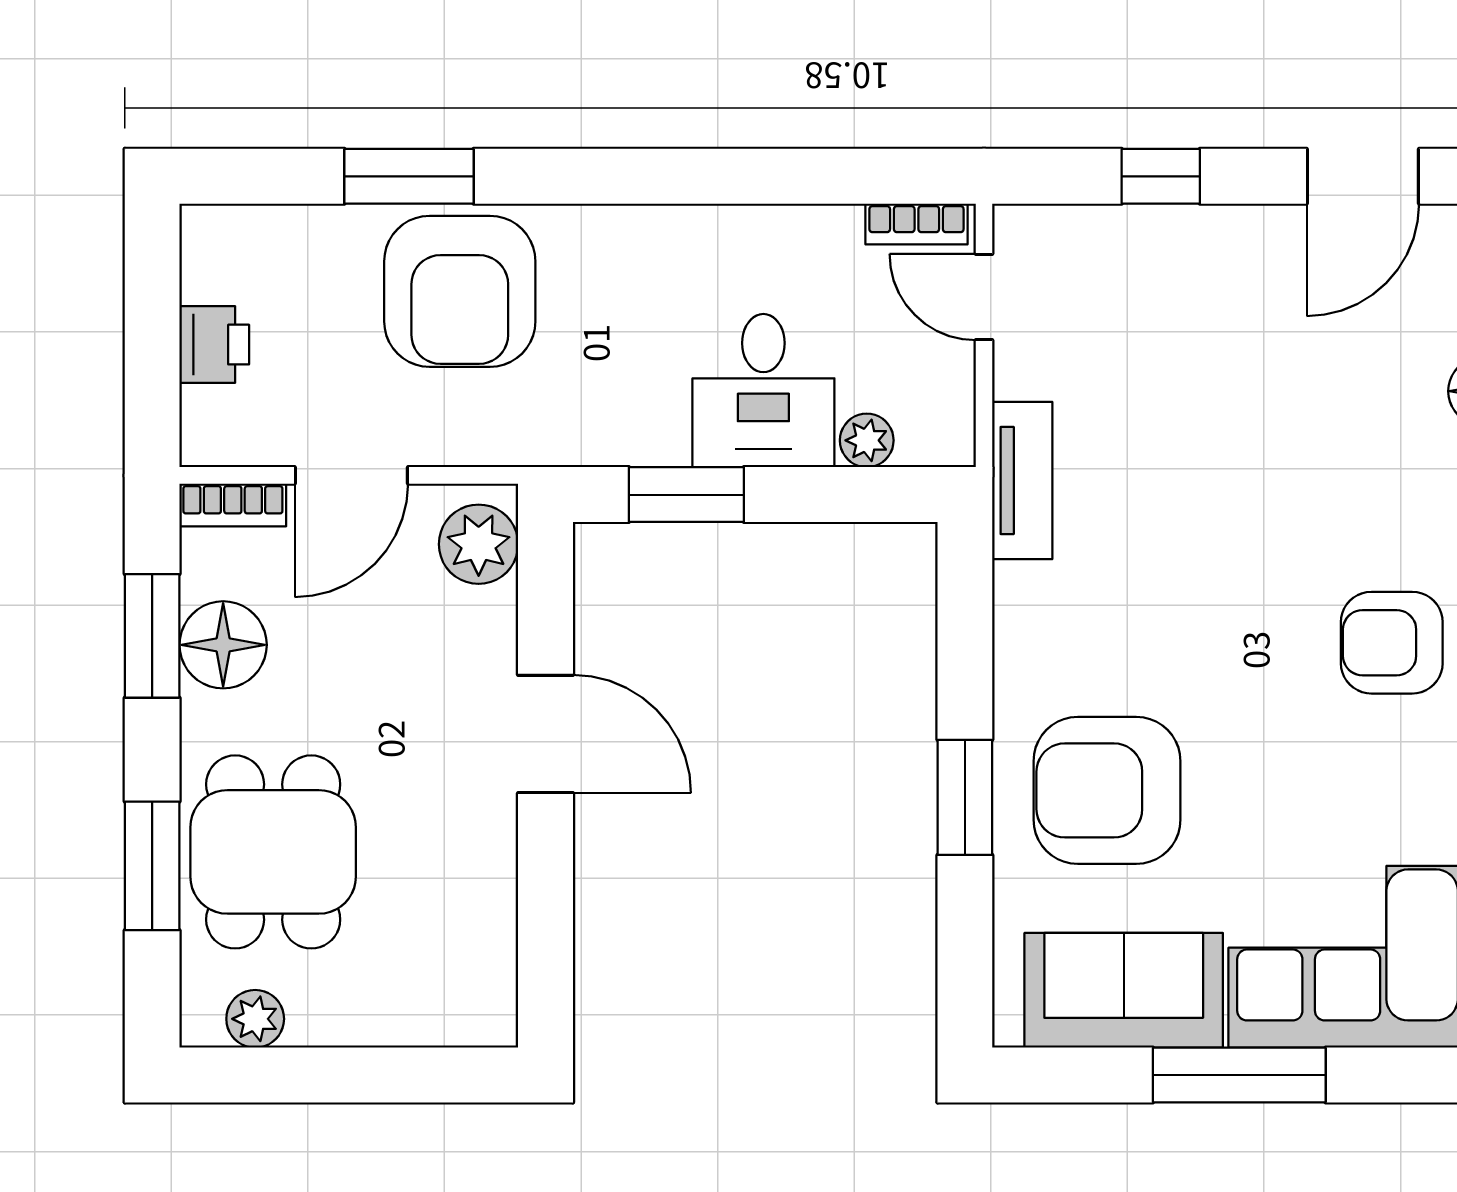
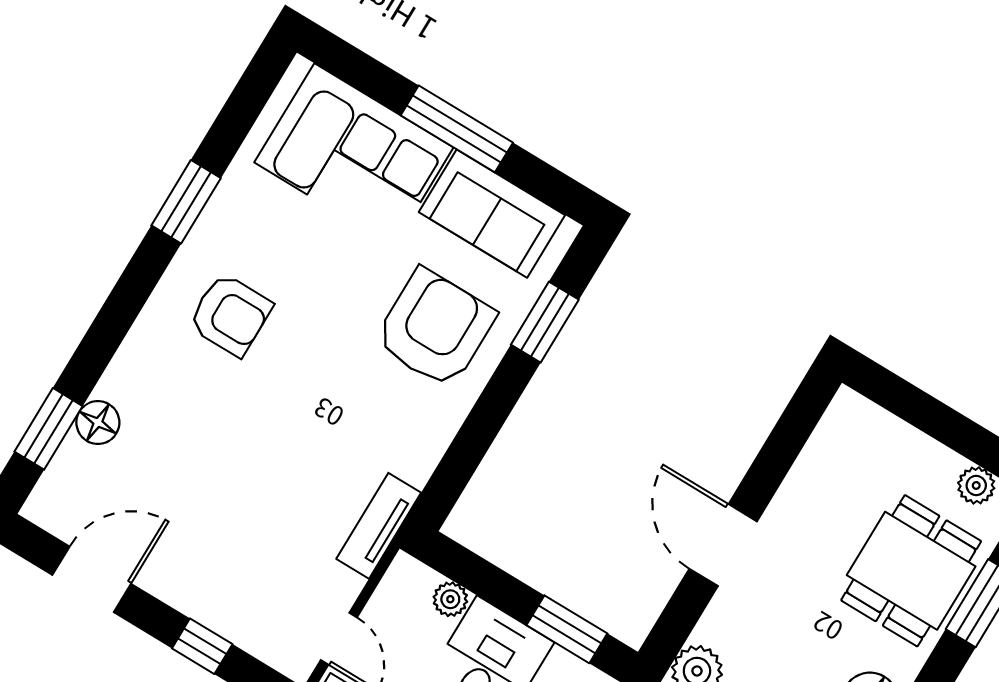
armchair: (1107, 790) -> (435, 328), turned -90
window: (965, 797) -> (545, 322), moved

